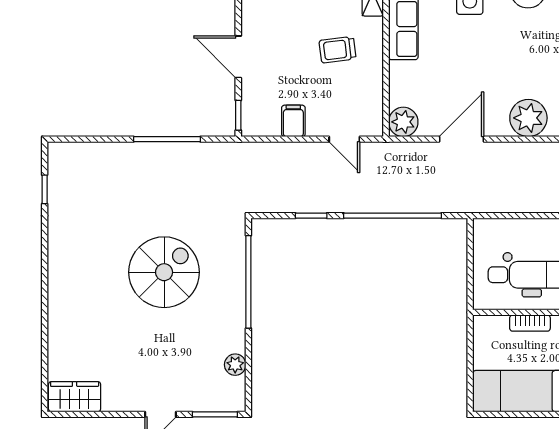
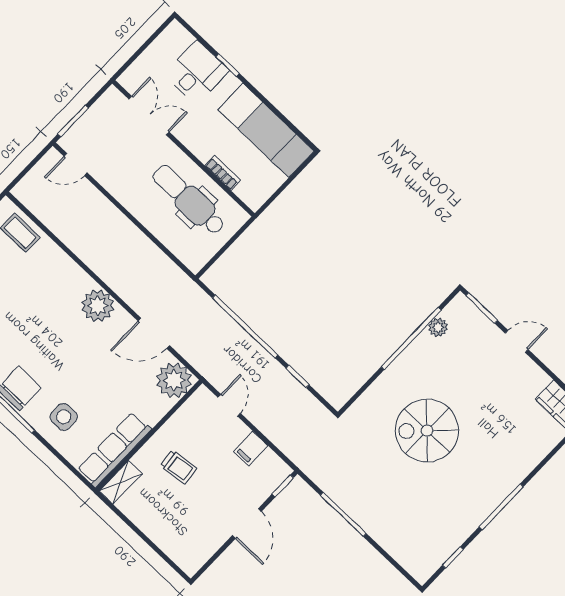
plant: (403, 122) -> (174, 380), width x1.36, depth x1.36
window: (45, 268) -> (501, 507), added
window: (248, 282) -> (411, 338), moved

